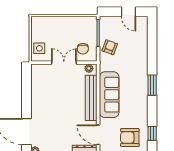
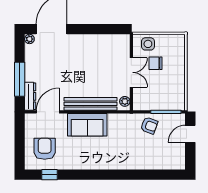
door: (129, 12) -> (190, 134), moved
chair: (83, 49) -> (156, 63), moved
window: (152, 85) -> (105, 175), removed
sofa: (109, 95) -> (87, 125), width x0.73

